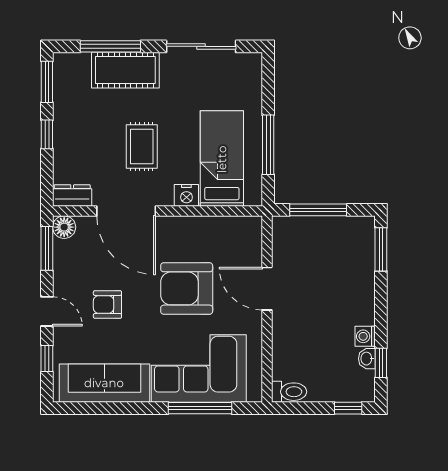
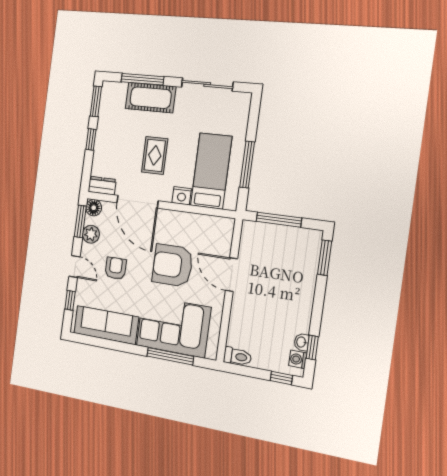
plant: (65, 264) -> (91, 234), added
armchair: (107, 304) -> (116, 268), turned 90
washing machine: (365, 336) -> (298, 359), moved

